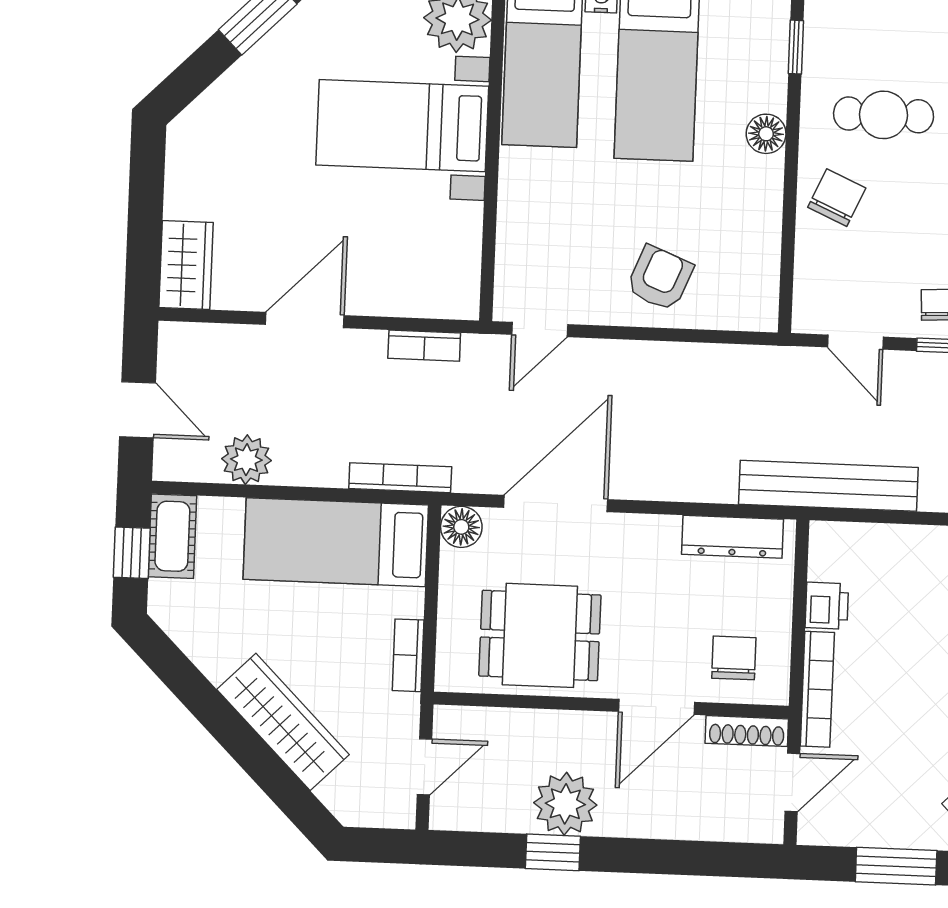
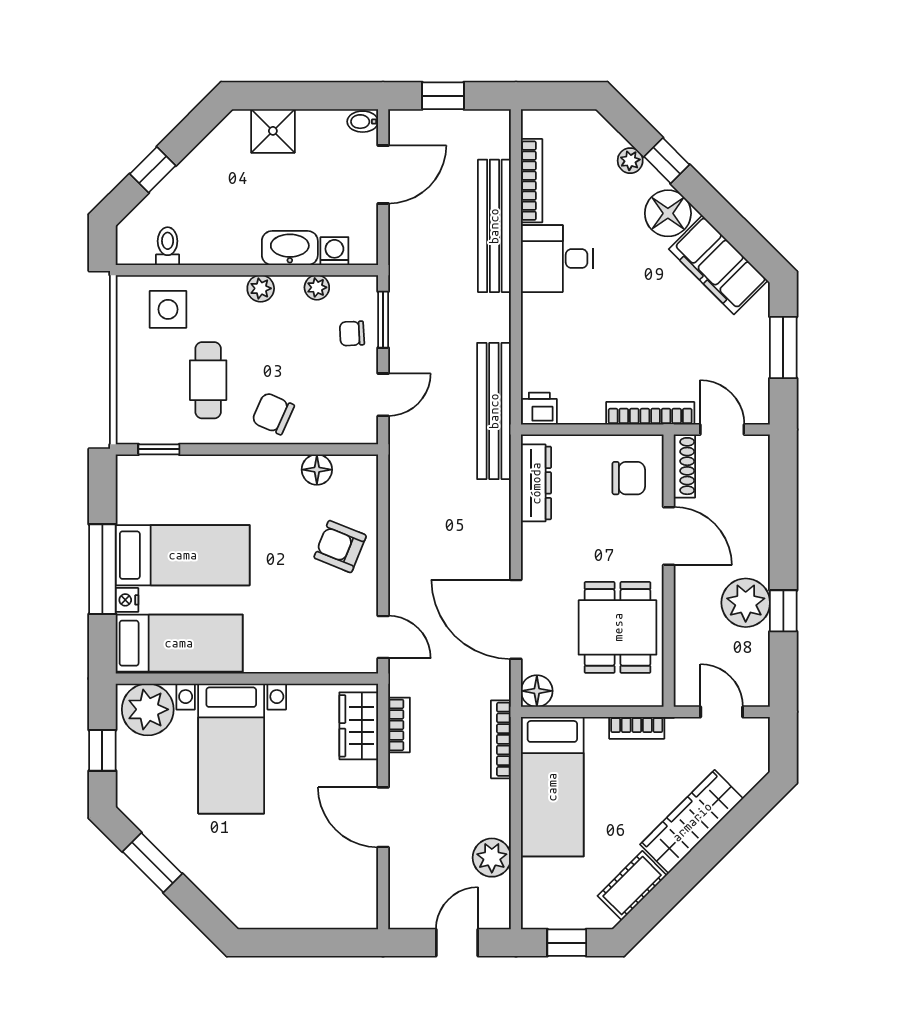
floor lamp: (766, 134) -> (317, 470), moved
wardrobe: (186, 265) -> (359, 726), moved, turned -90
cot: (172, 536) -> (632, 886), moved, turned -45
printer: (827, 606) -> (539, 409), moved
chair: (734, 658) -> (629, 478), turned 180

